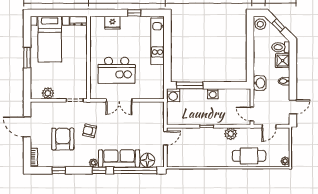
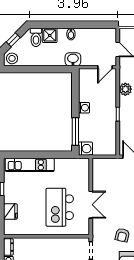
kitchen island: (117, 70) -> (60, 207), turned 180
door: (293, 107) -> (98, 25), removed

